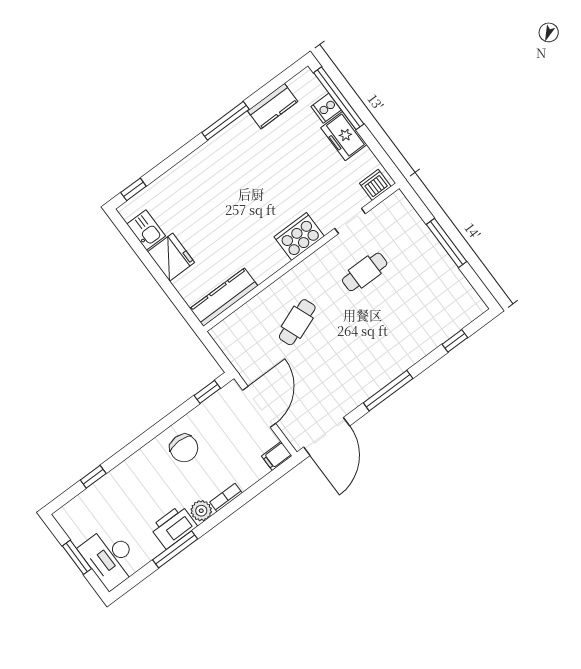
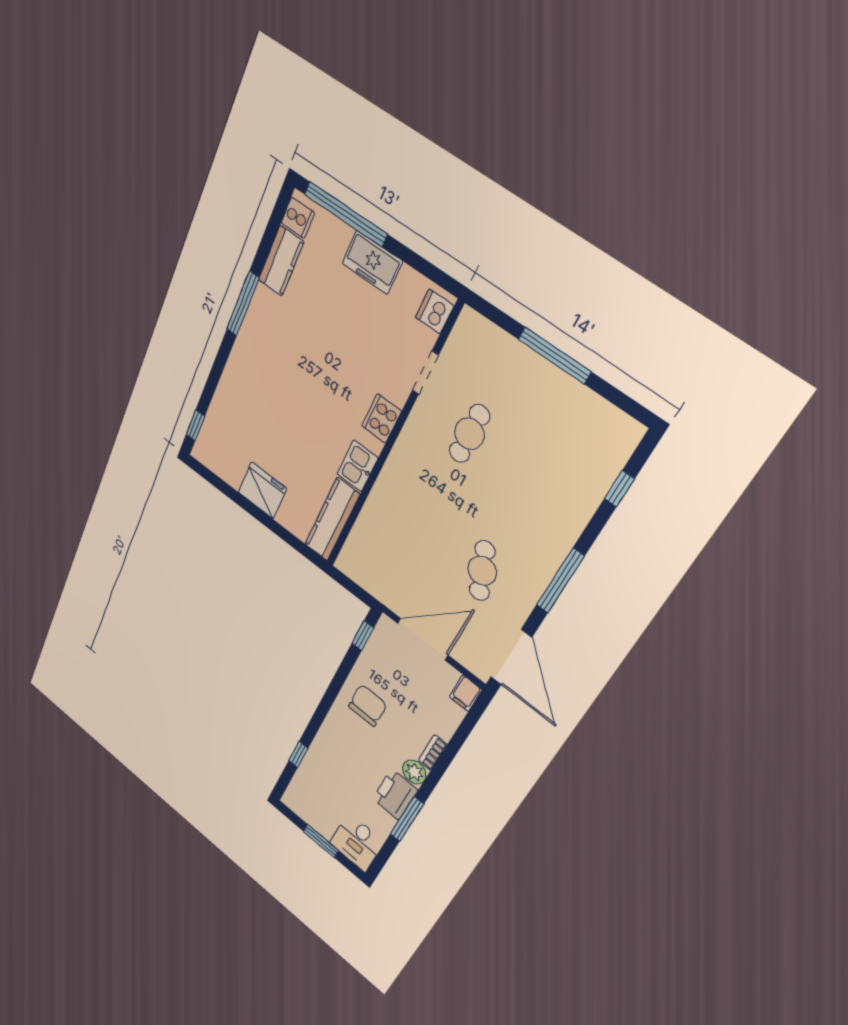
cooker: (326, 108) -> (298, 218), moved, turned -90
kitchen sink: (146, 230) -> (357, 466), moved, turned -90
cooker: (299, 237) -> (381, 419), width x0.73, depth x0.76
cafe table: (297, 322) -> (482, 571), moved
door: (259, 407) -> (423, 639), hinge flipped
chair: (184, 448) -> (368, 705), turned -90
desk: (110, 557) -> (357, 842), width x0.73

